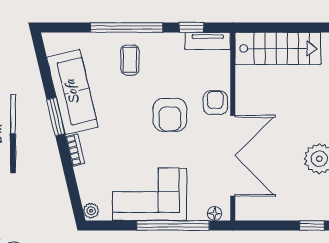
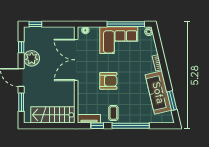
coffee table: (130, 60) -> (113, 113), moved
armchair: (215, 103) -> (85, 87), removed
armchair: (170, 115) -> (108, 81), turned 90
window: (56, 117) -> (172, 101), moved
window: (173, 225) -> (126, 24), moved

